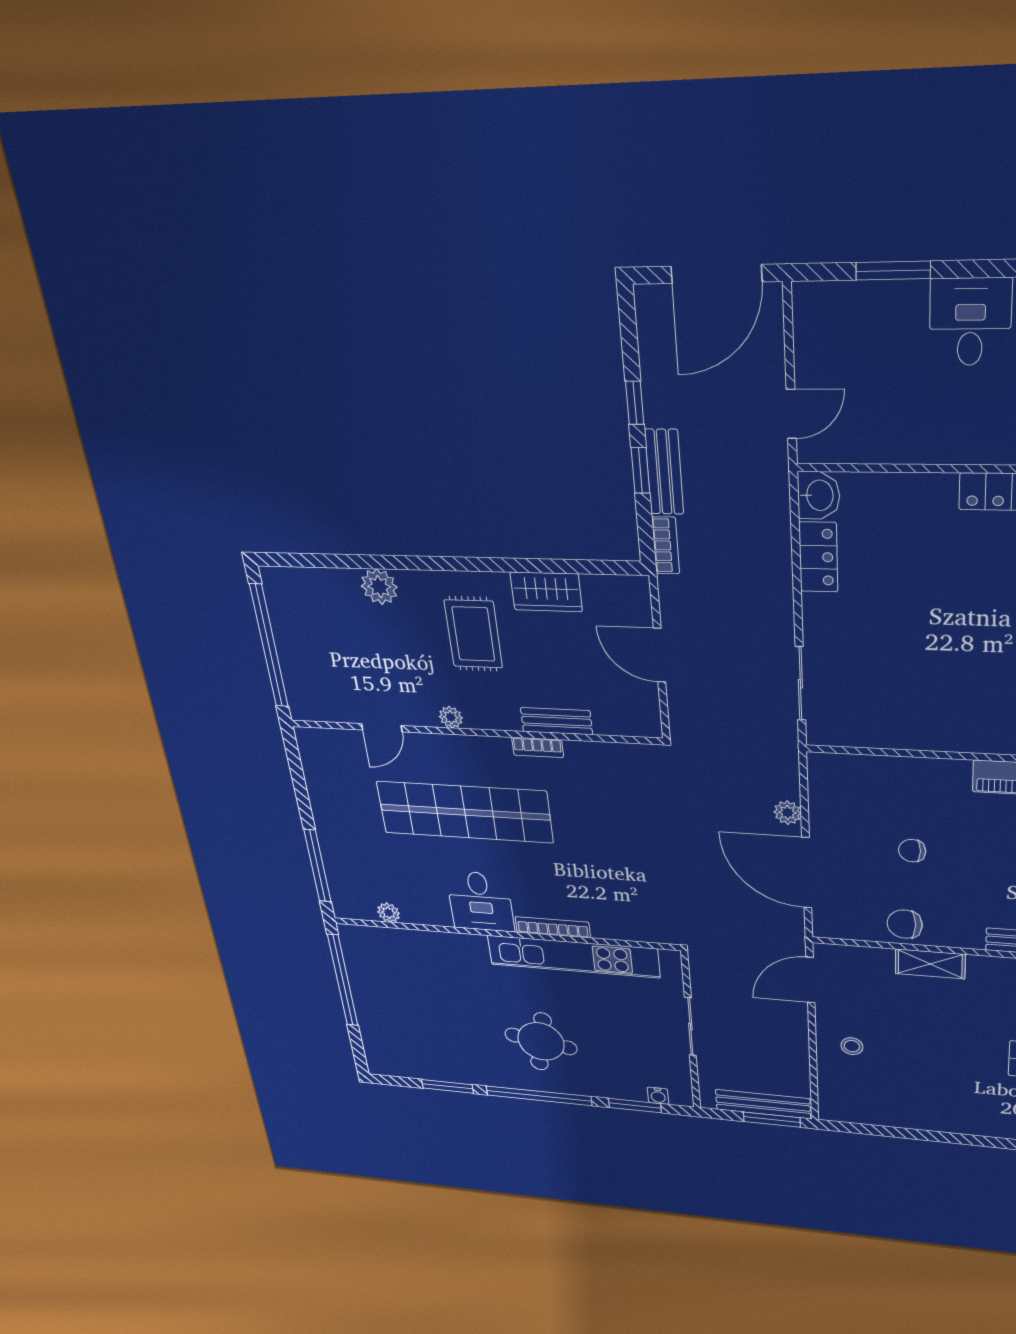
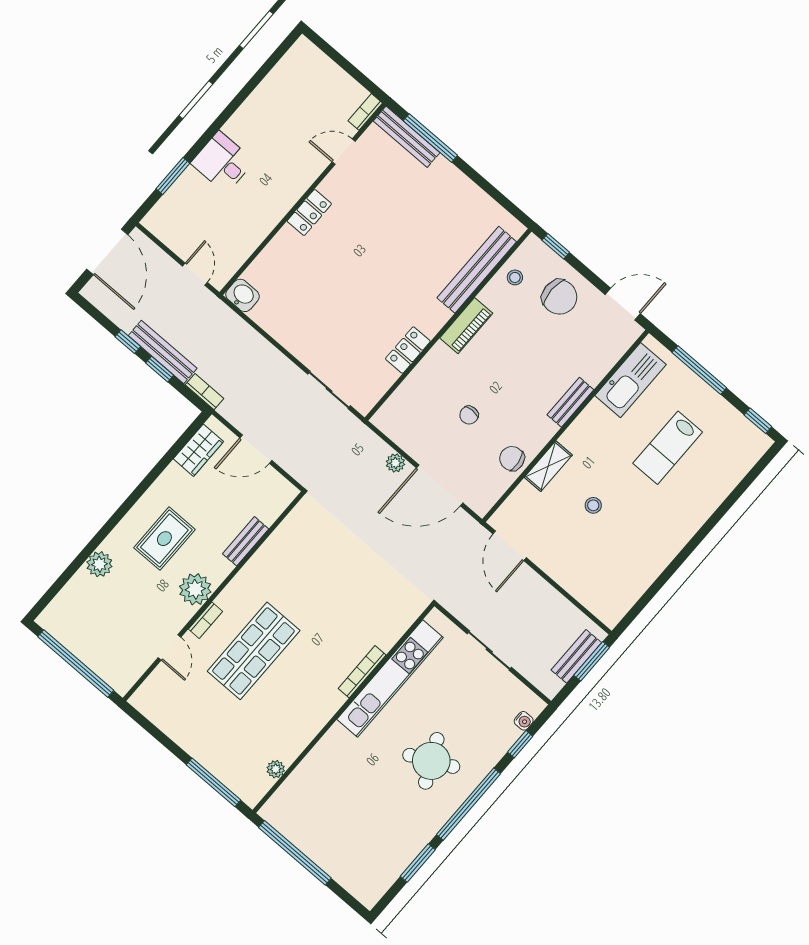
bench: (664, 472) -> (163, 352), width x1.36
locker: (818, 557) -> (408, 350), moved, turned -90
wardrobe: (546, 592) -> (198, 450), moved
rug: (473, 634) -> (164, 539), turned 90
plant: (451, 717) -> (195, 589), width x1.88, depth x1.88
bookcase: (538, 747) -> (206, 620), moved
shop shelf: (465, 812) -> (254, 651), width x0.71
desk: (480, 901) -> (313, 701), removed
chair: (905, 924) -> (512, 458), turned 82
round table: (541, 1041) -> (431, 761), turned -36
stool: (852, 1046) -> (593, 505), moved
bench: (763, 1104) -> (576, 656), width x0.73
window: (635, 1106) -> (520, 744), width x0.67

